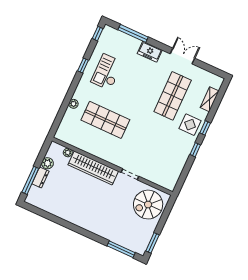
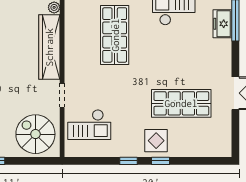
freezer: (150, 52) -> (222, 24), moved
shelving: (210, 99) -> (198, 150), removed
checkout: (158, 165) -> (89, 125), added

